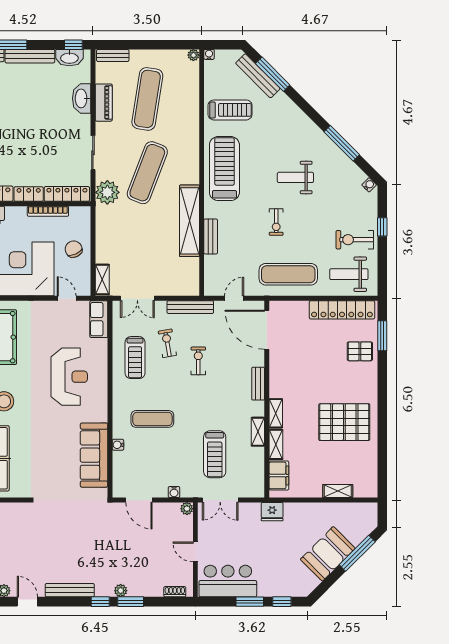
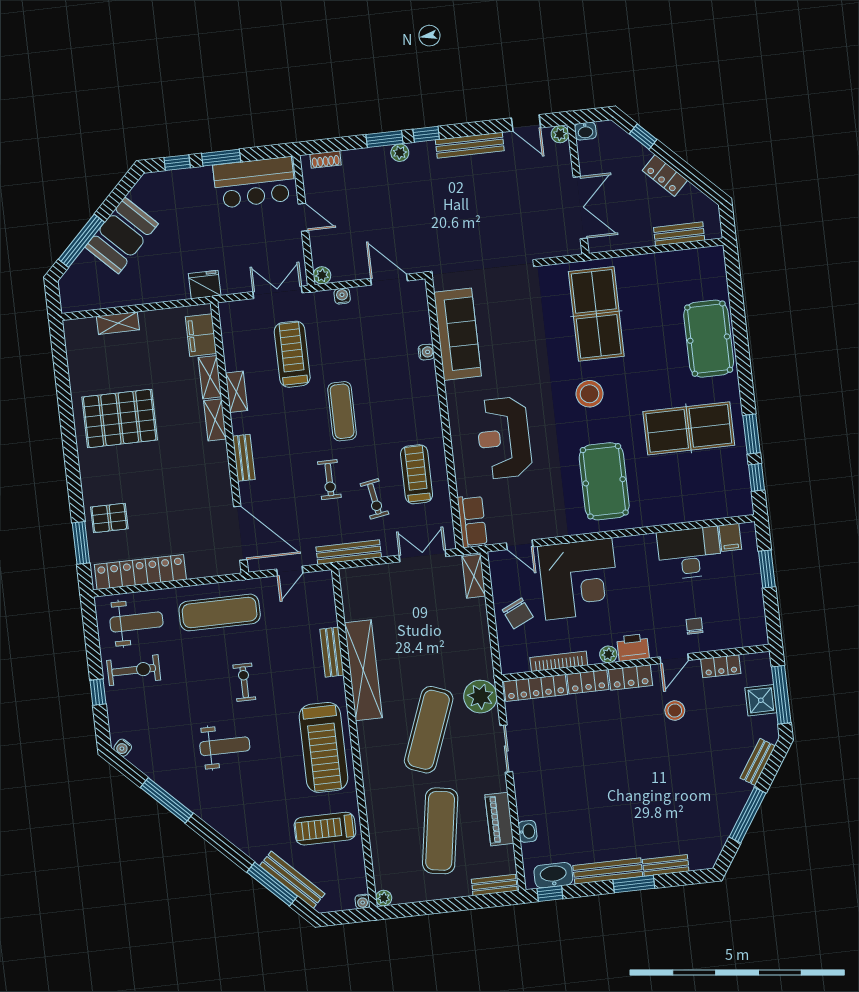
washbasin: (82, 98) -> (528, 831), width x0.52, depth x0.69
plant: (12, 212) -> (608, 654), added
exercise mat: (152, 419) -> (342, 411), moved, turned 90

